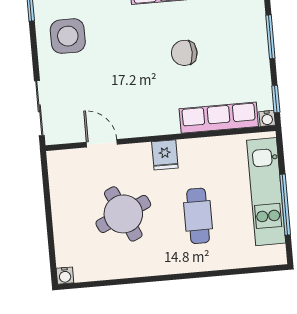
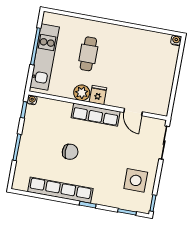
row of seats: (219, 118) -> (96, 115), moved
plant: (192, 151) -> (82, 93), added
round table: (123, 214) -> (132, 67), removed

